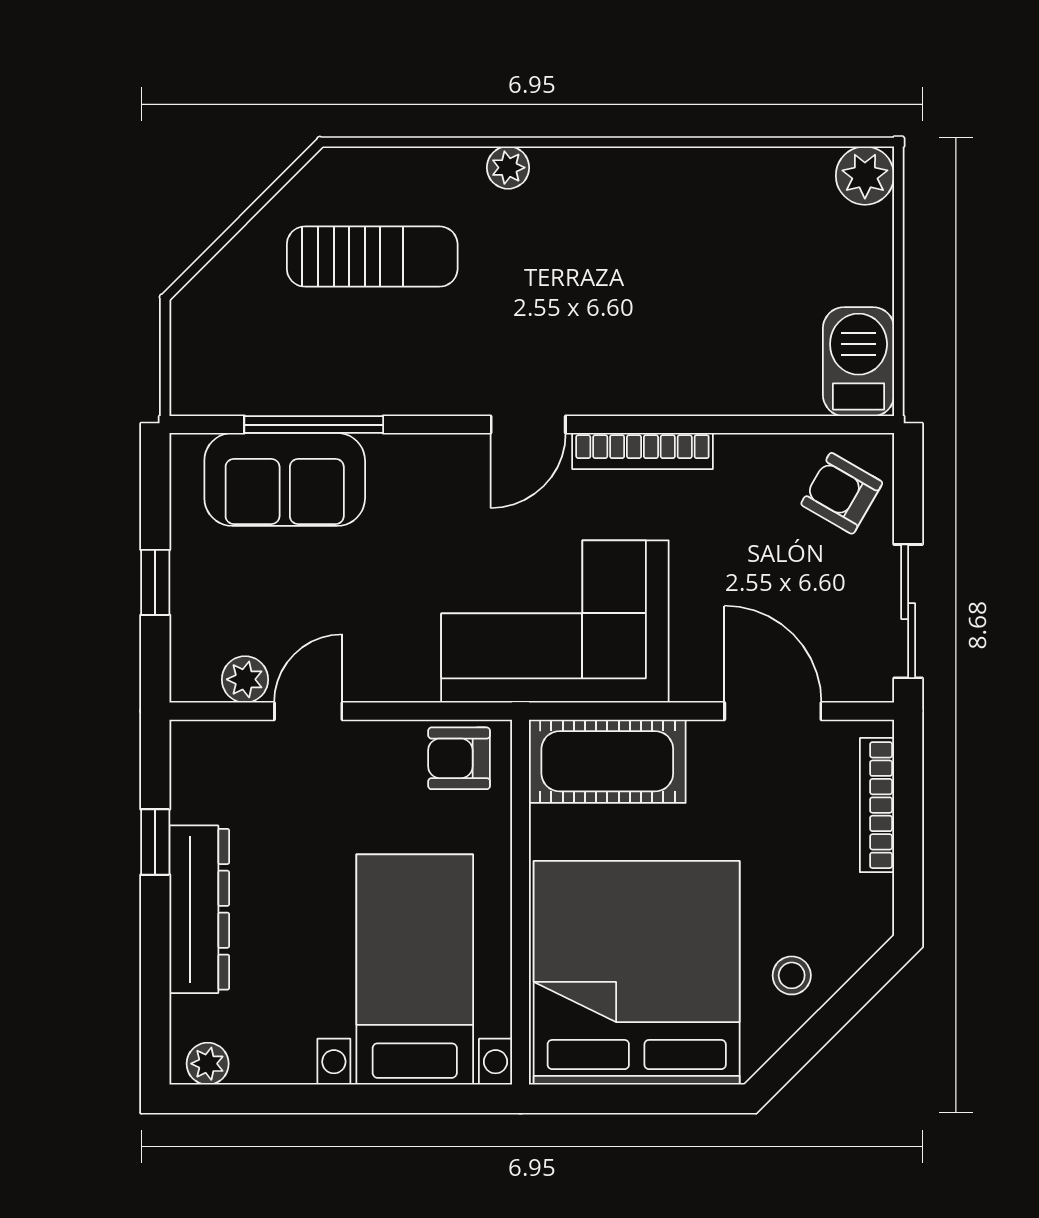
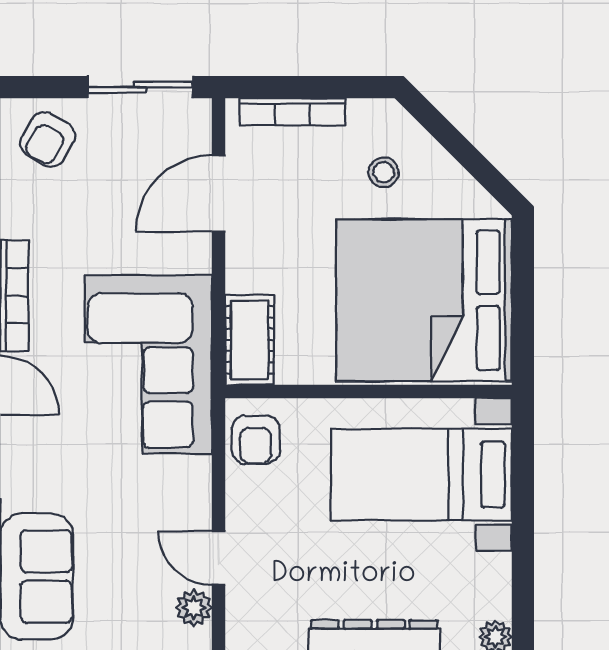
cot: (607, 761) -> (250, 340), width x0.73, depth x0.75
stool: (792, 975) -> (384, 172), moved

